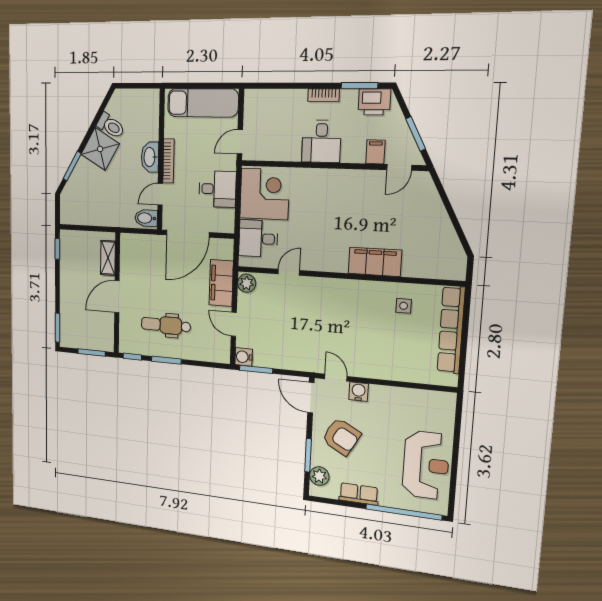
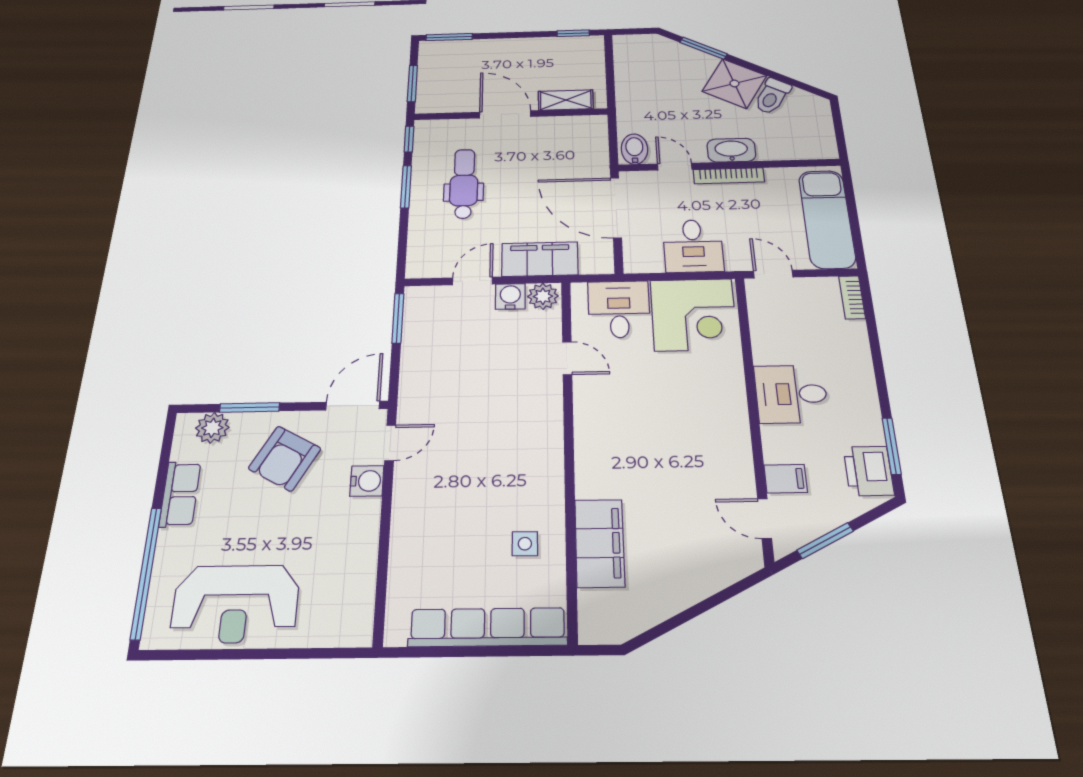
bookcase: (324, 95) -> (852, 297), moved
filing cabinet: (375, 262) -> (600, 543), moved
water cooler: (244, 357) -> (510, 296), moved

